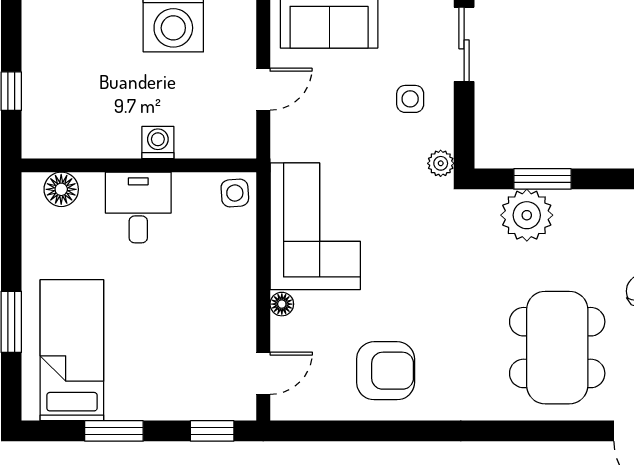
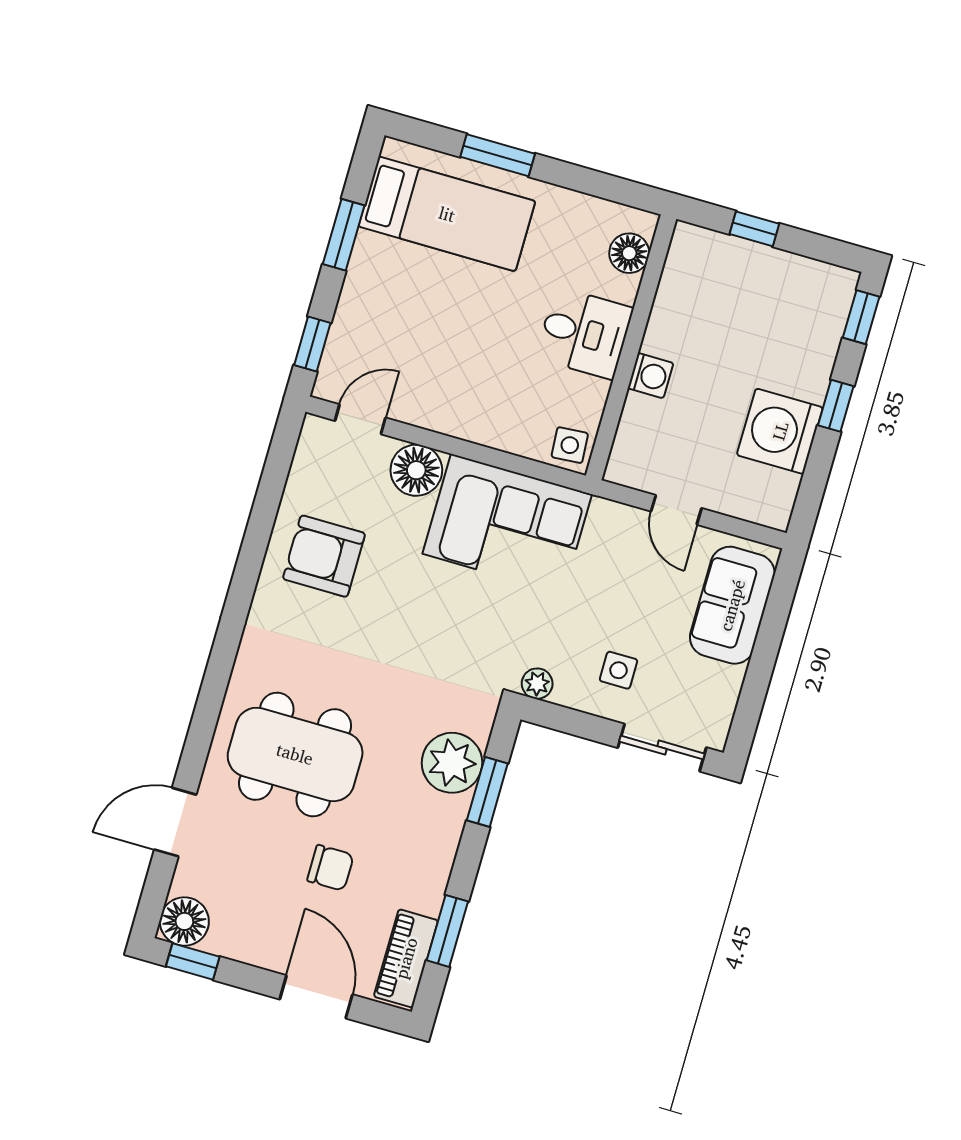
floor lamp: (282, 304) -> (416, 470), width x1.89, depth x1.89
armchair: (386, 371) -> (324, 556), turned 90
door: (263, 373) -> (360, 419), swing flipped

